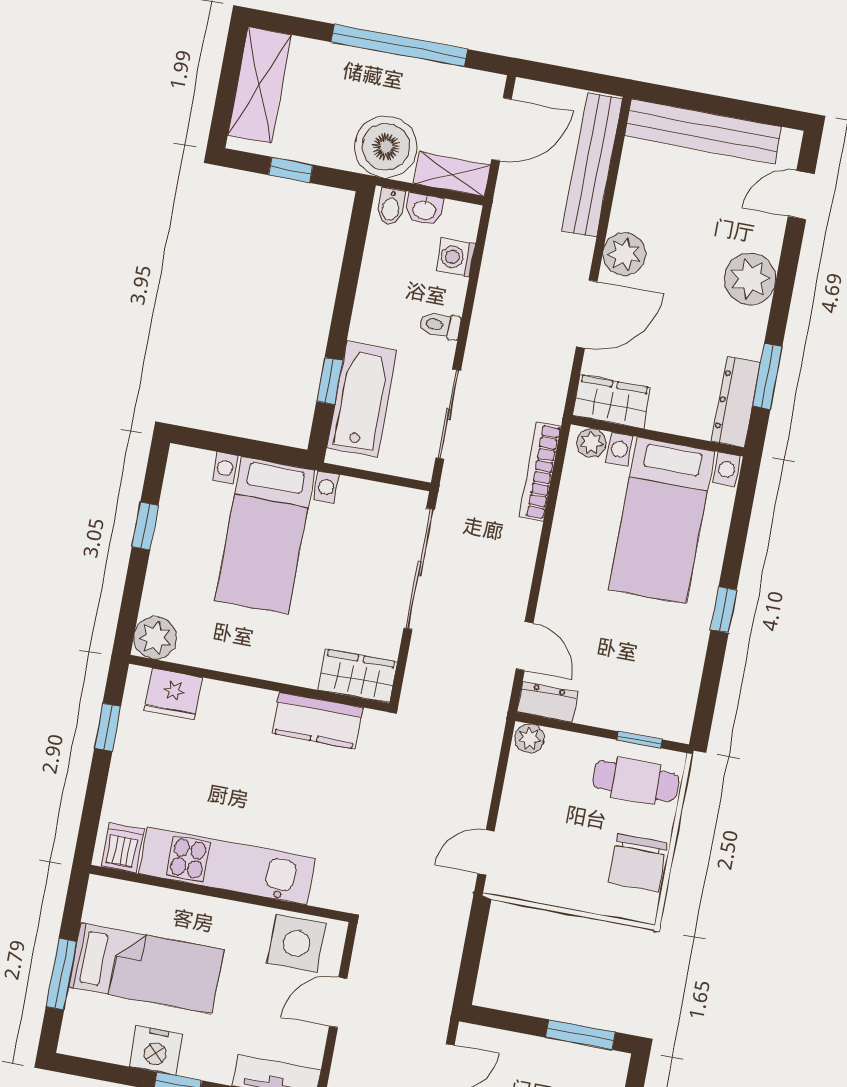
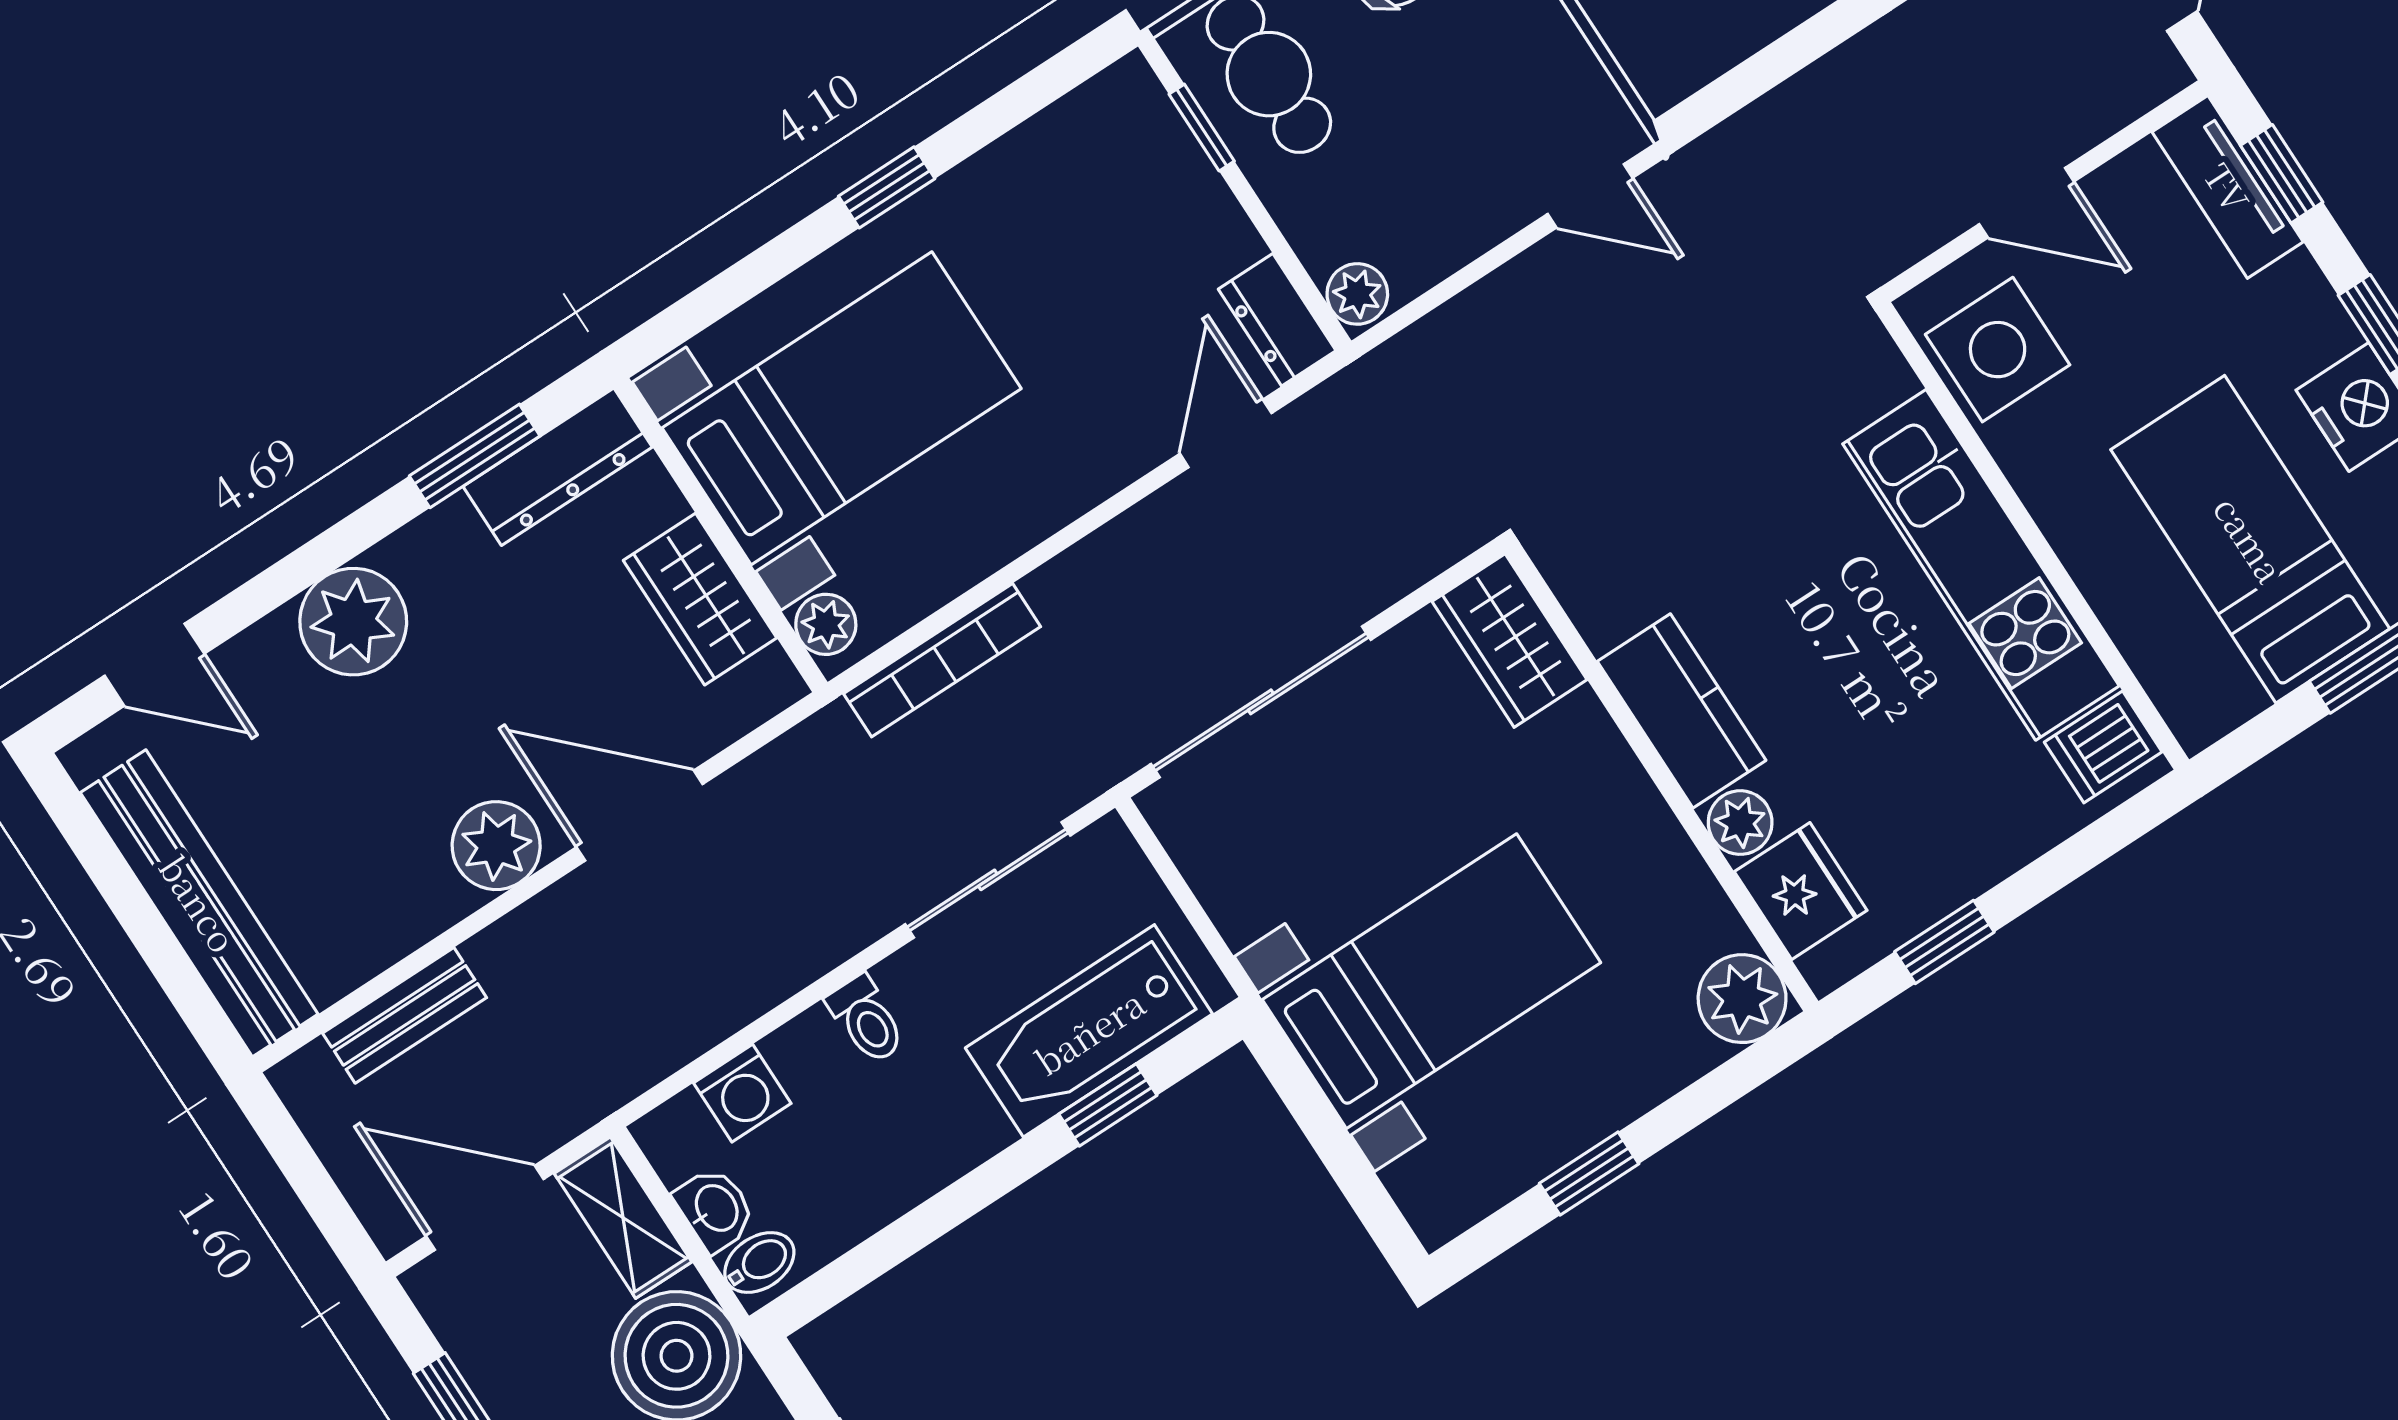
bench: (592, 165) -> (405, 1015), width x0.54, depth x0.82
wardrobe: (611, 402) -> (700, 599), moved
plant: (217, 696) -> (1740, 823), added
kitchen counter: (317, 720) -> (1682, 711), moved

